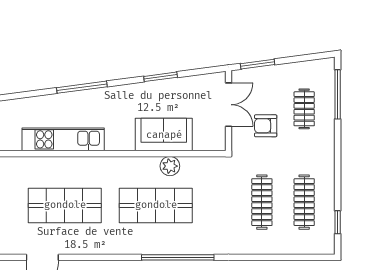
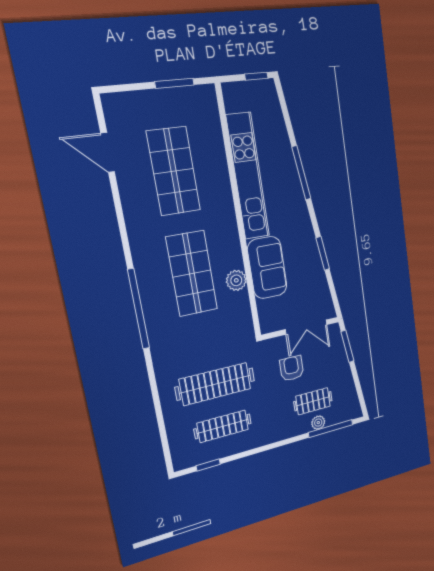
plant: (328, 107) -> (318, 423), added
kitchen unit: (63, 139) -> (248, 176), width x1.36
clothes rail: (262, 202) -> (215, 384), width x1.37, depth x1.31

